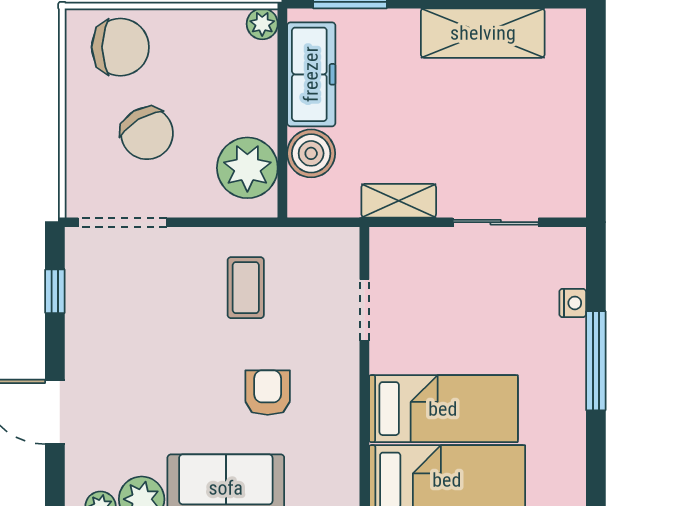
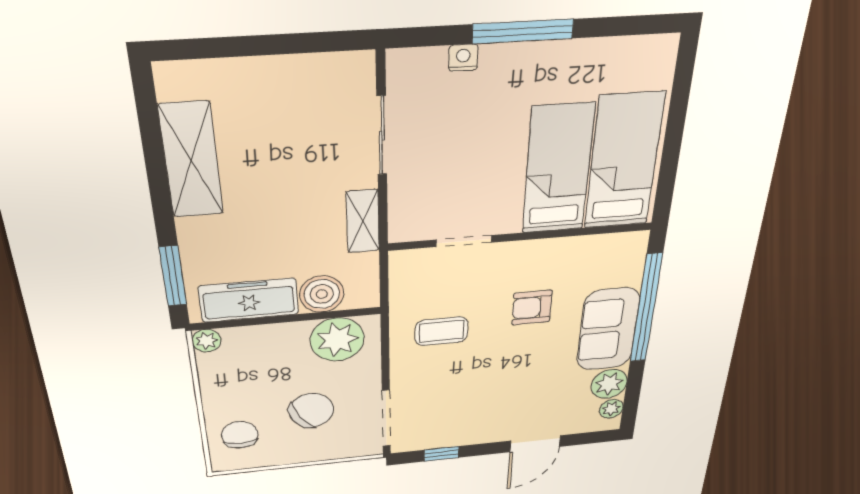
chair: (120, 47) -> (240, 435), width x0.73, depth x0.73

